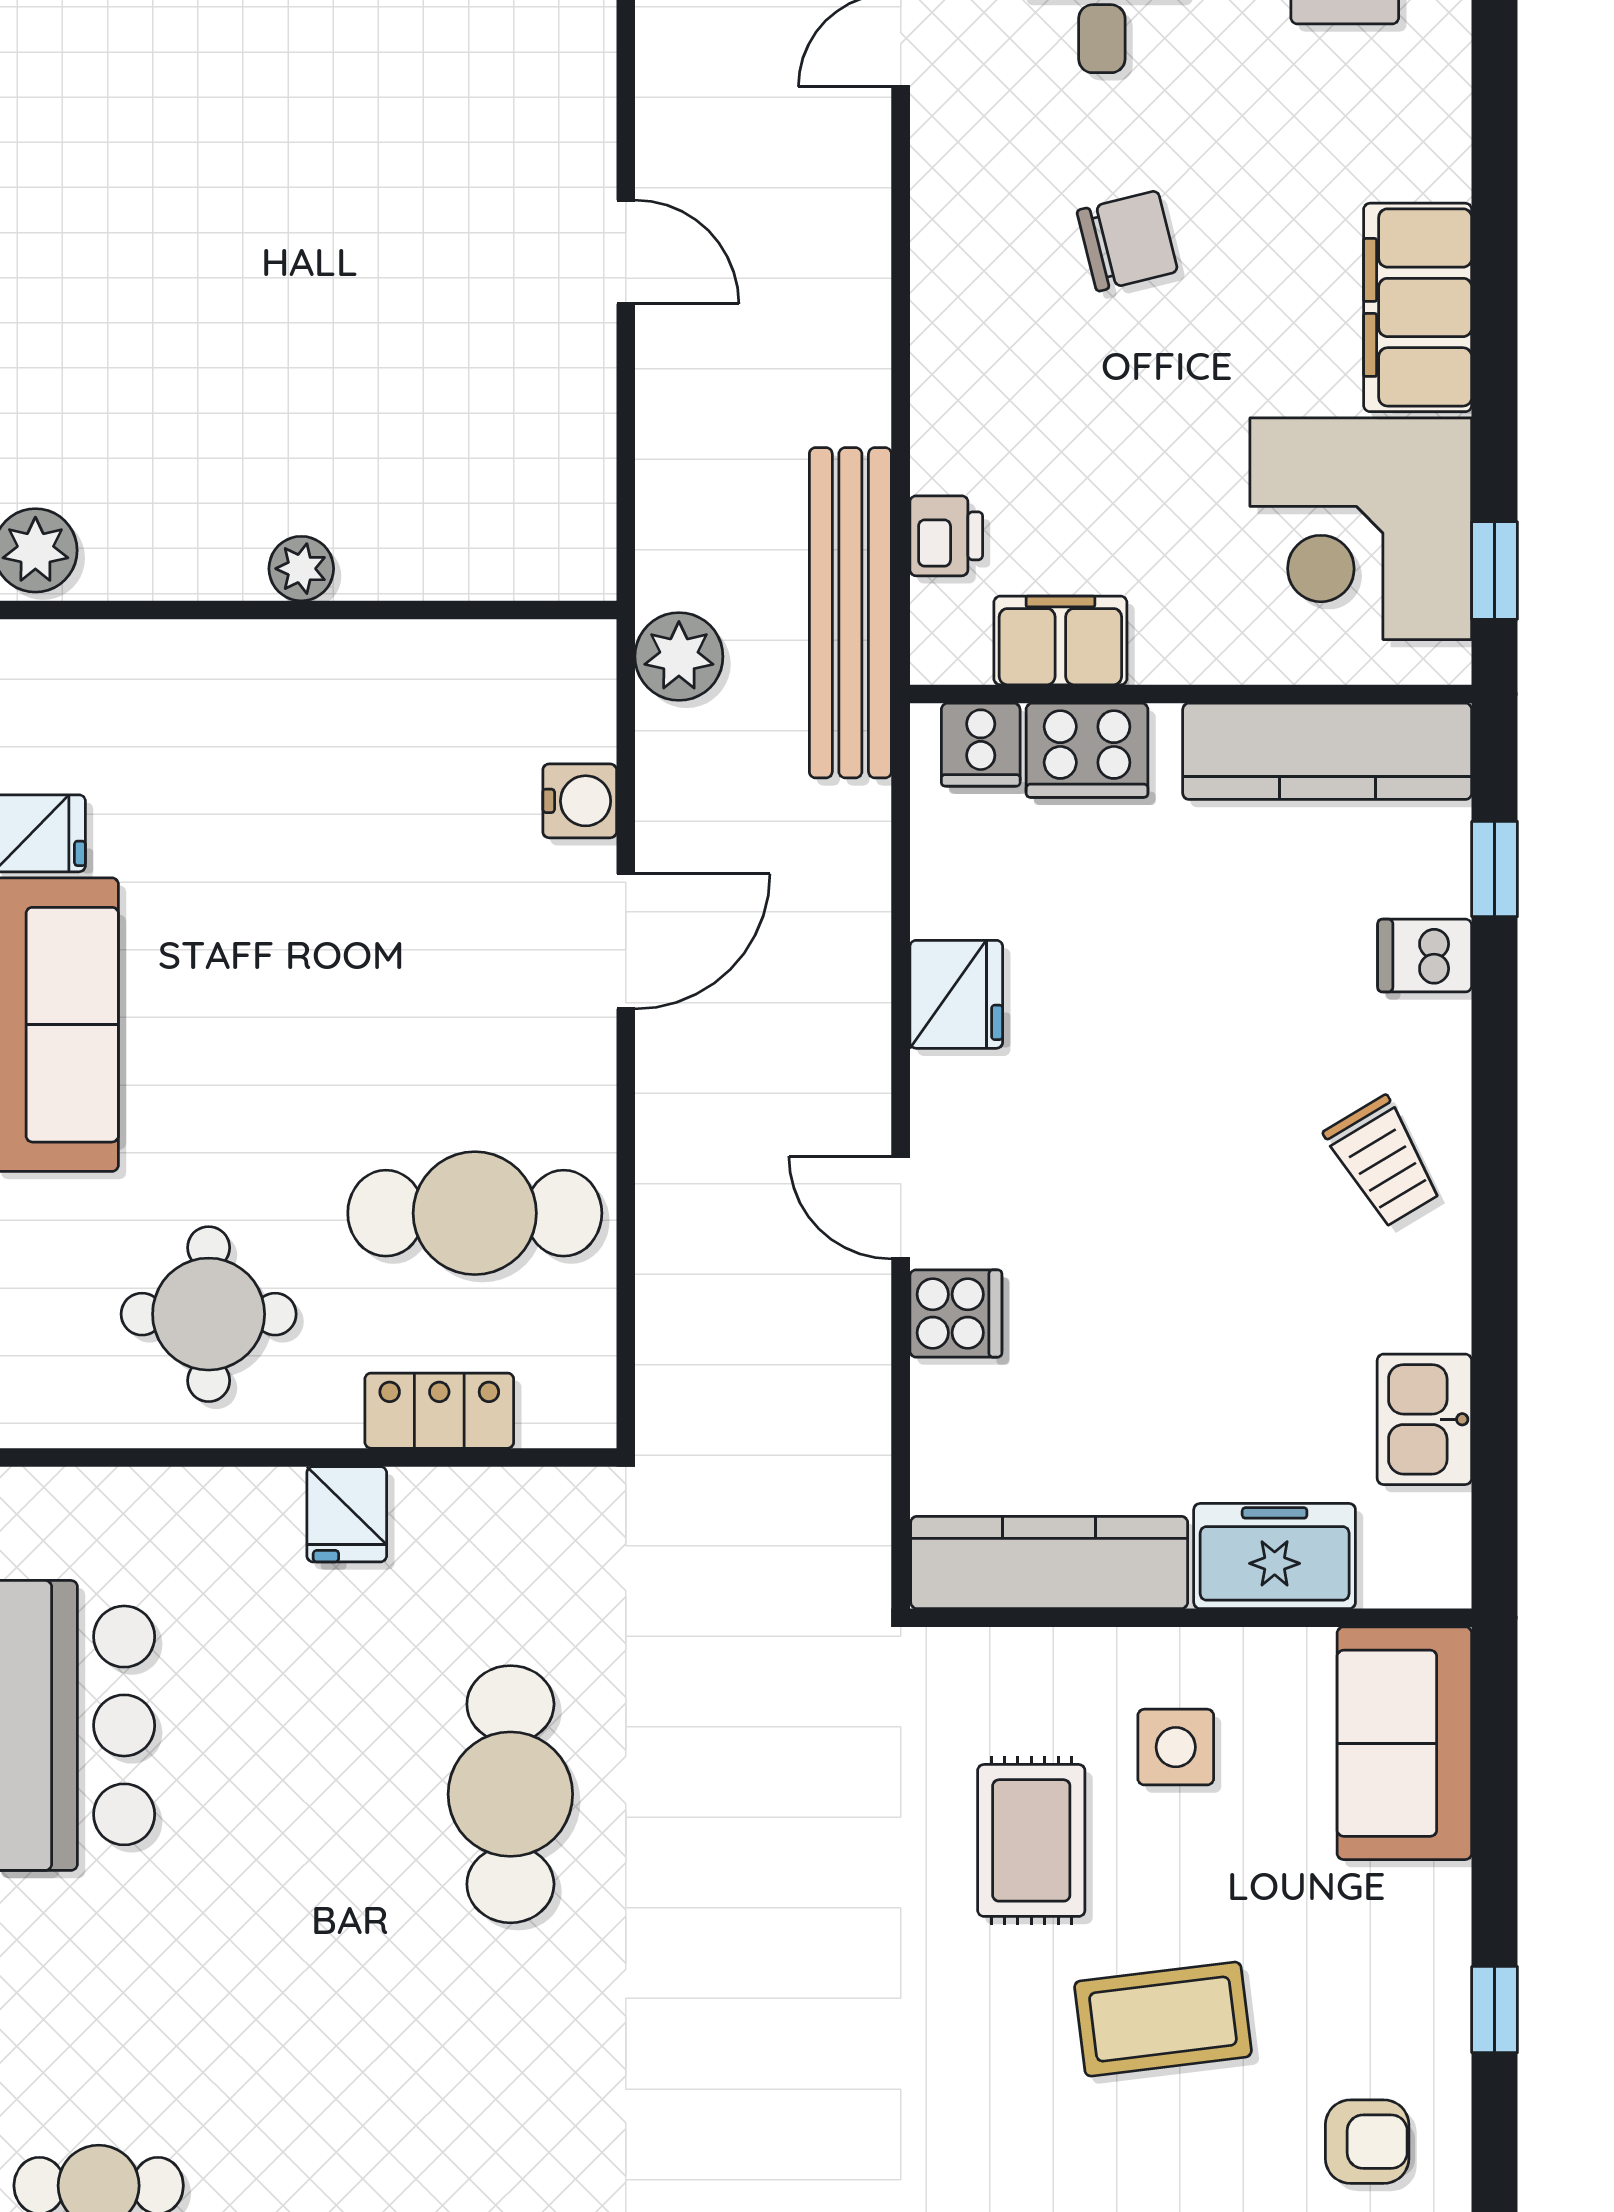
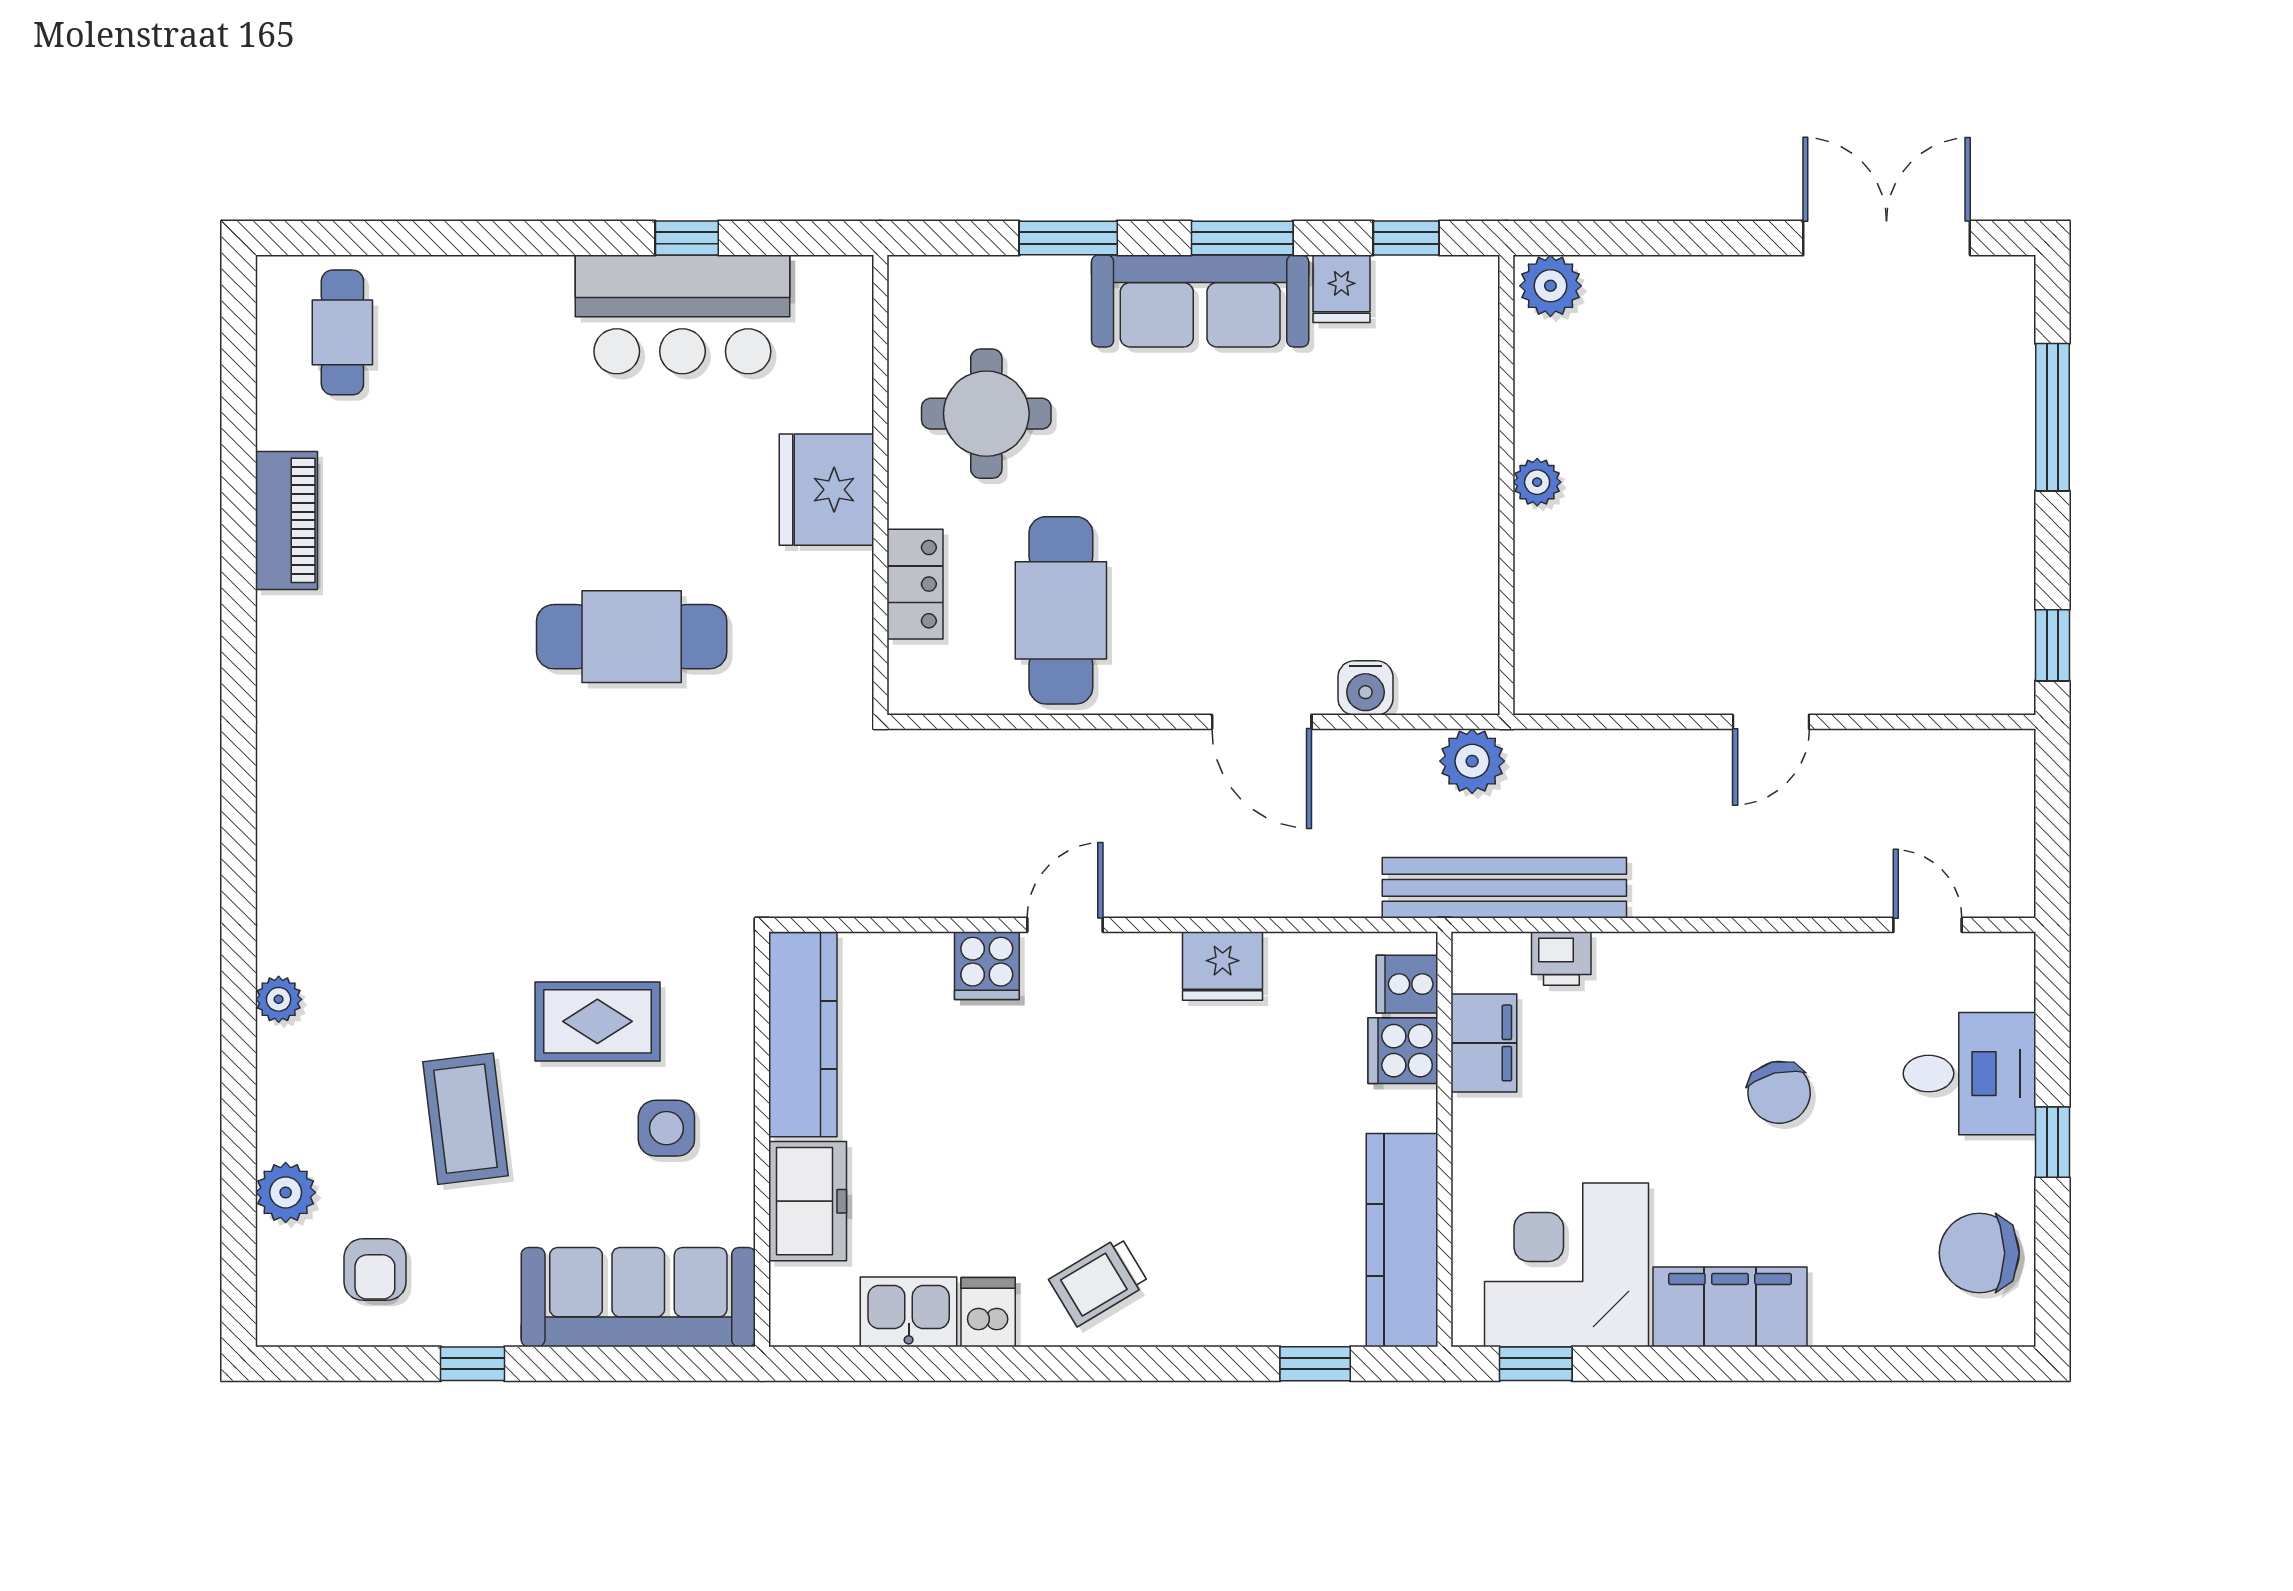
cooker: (1087, 750) -> (1403, 1051), width x0.73
dishwasher: (1425, 956) -> (988, 1312), moved
fridge: (347, 1514) -> (827, 490), width x1.88, depth x1.34
sofa: (1404, 1743) -> (638, 1297), width x1.36

